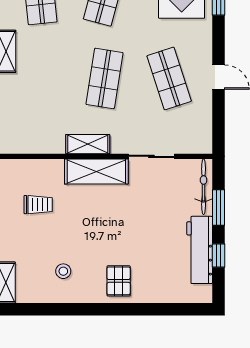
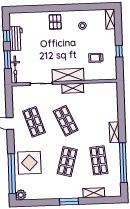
shop shelf: (104, 78) -> (66, 121), turned -33
workbench: (200, 250) -> (16, 38), width x0.73

